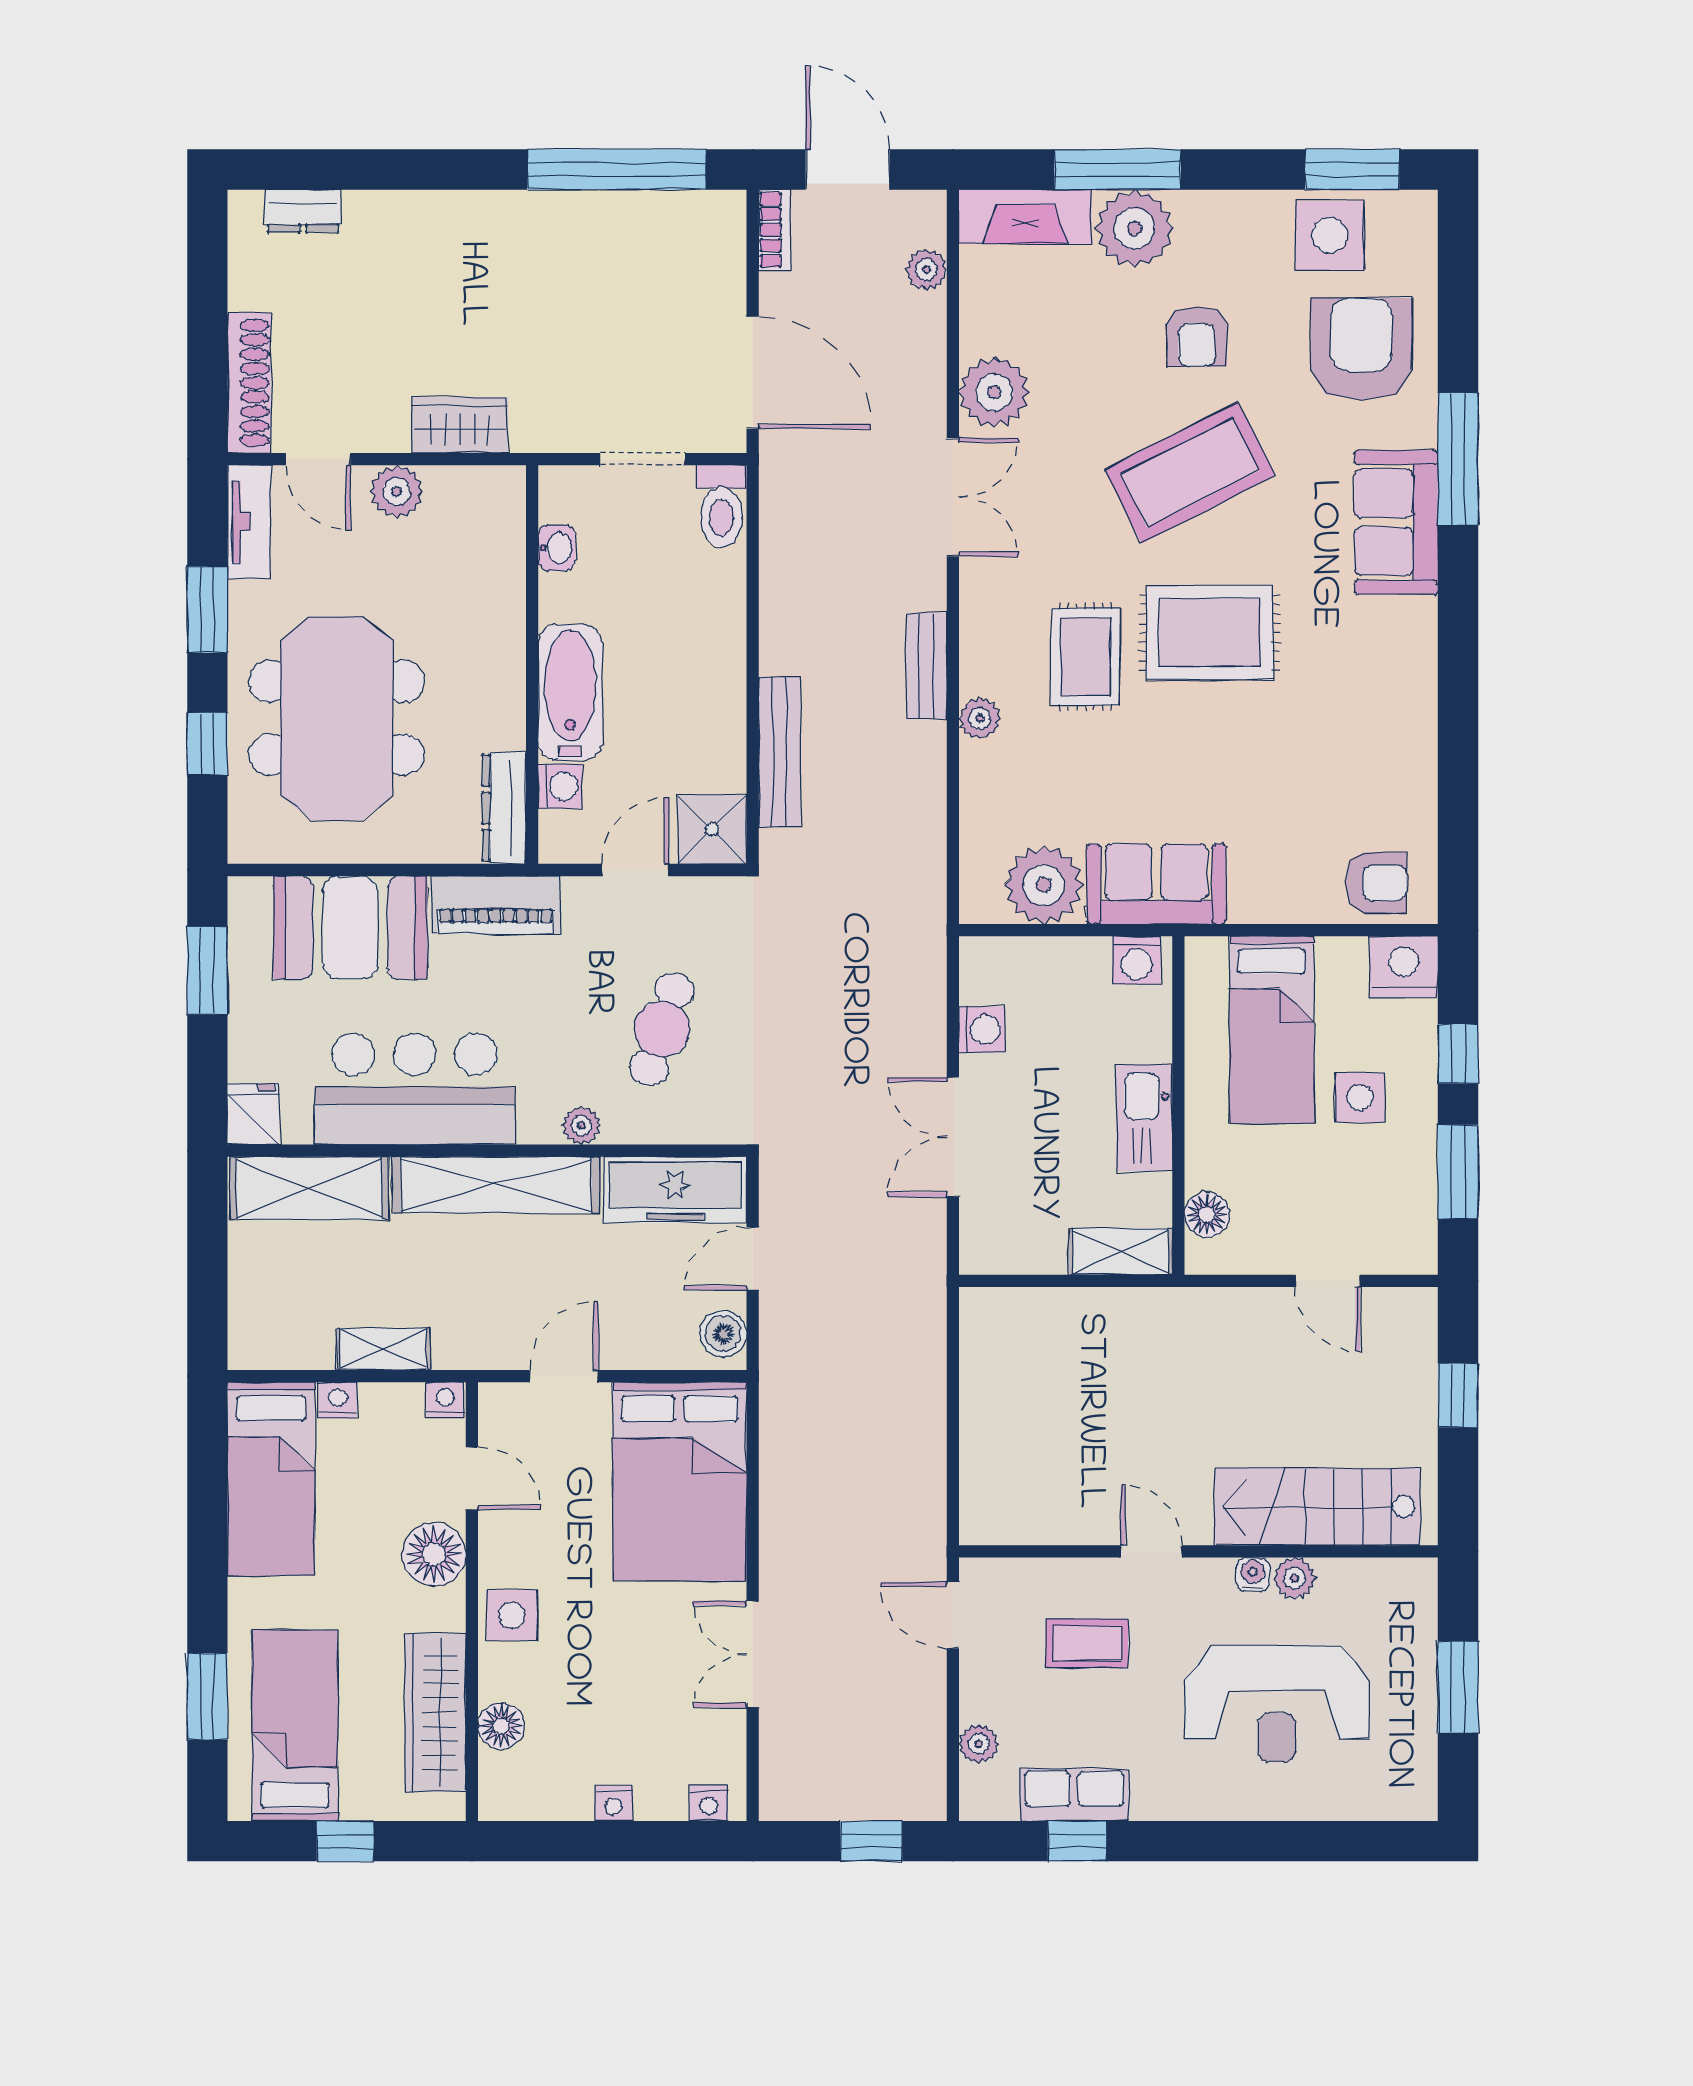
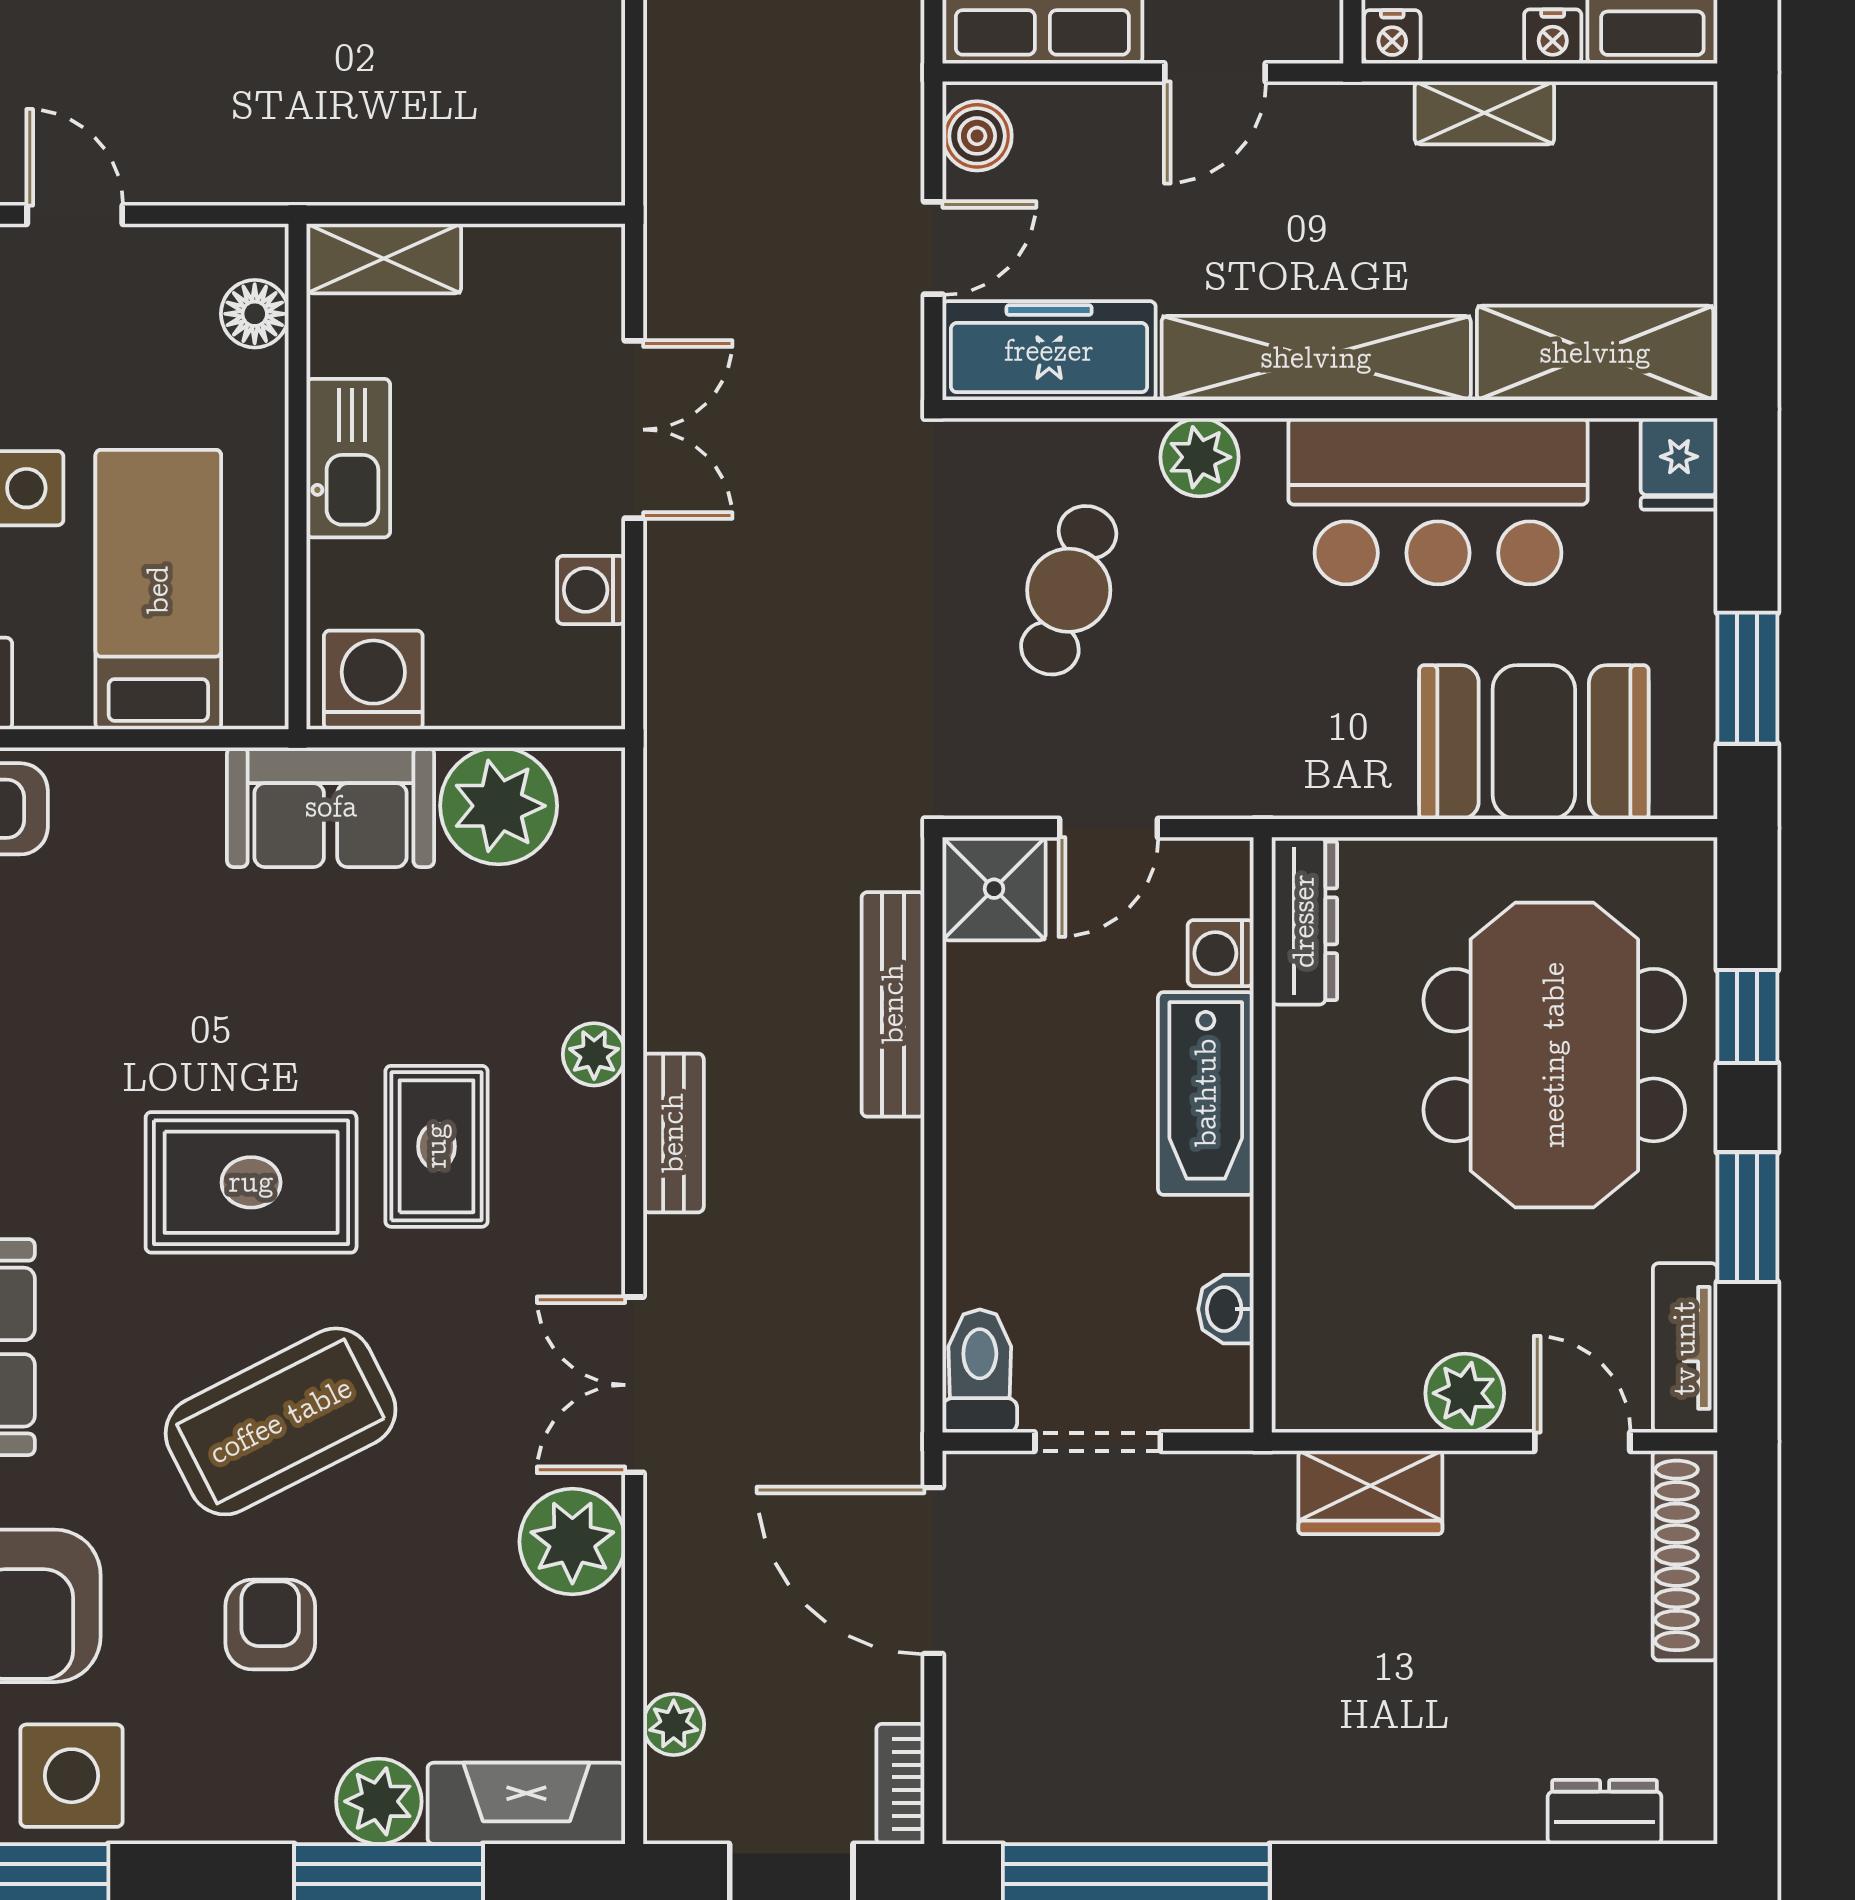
plant: (1134, 229) -> (379, 1801), width x0.73, depth x0.73
piano: (496, 905) -> (1317, 776), removed
washing machine: (1137, 960) -> (373, 680), width x1.38, depth x1.38
plant: (581, 1126) -> (1199, 457), width x1.38, depth x1.38

